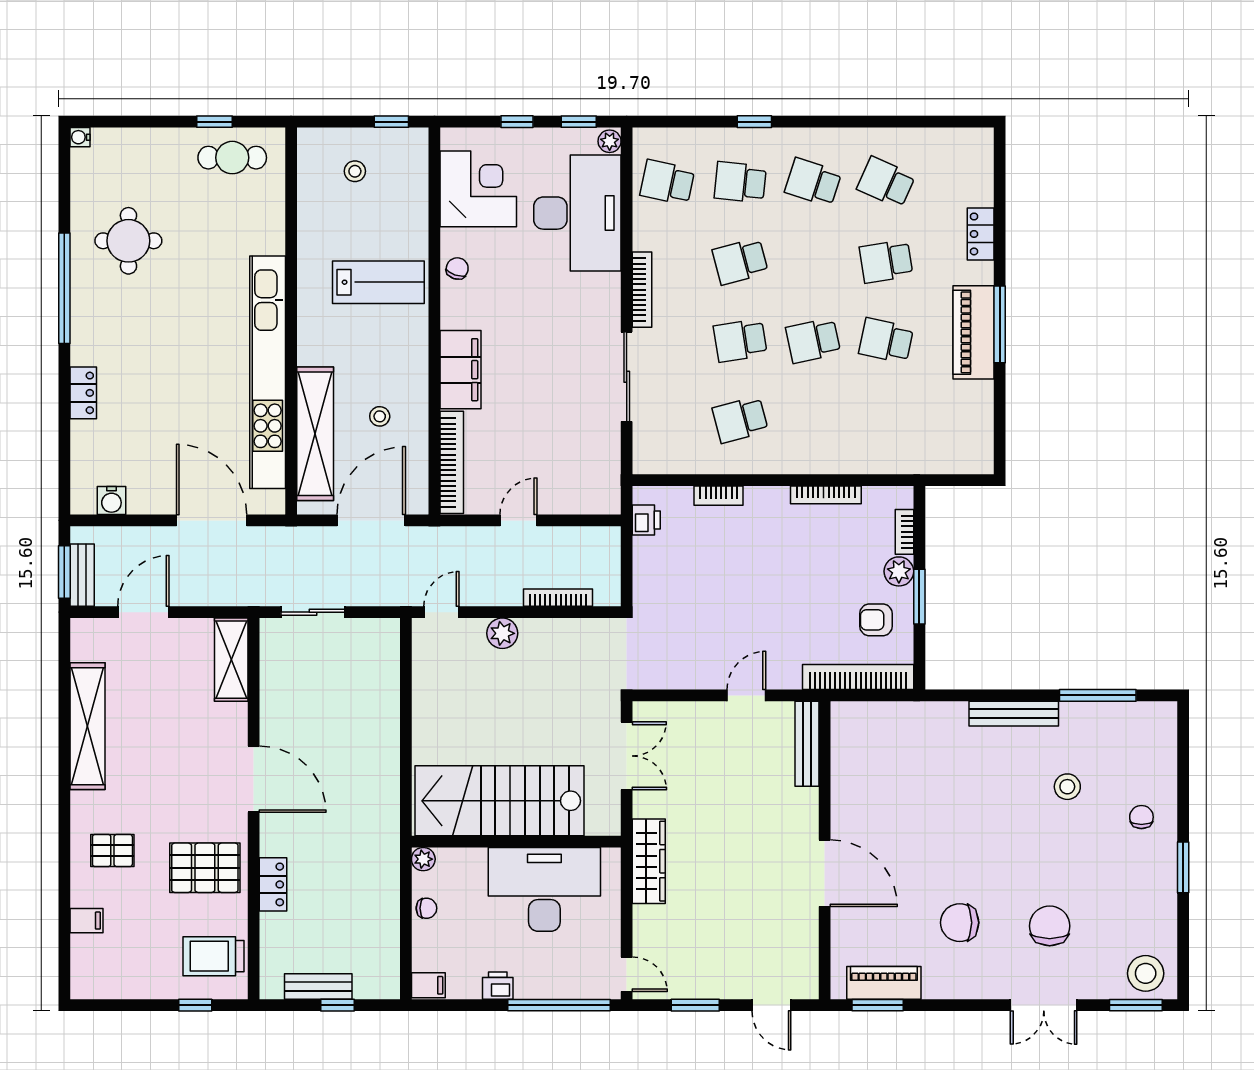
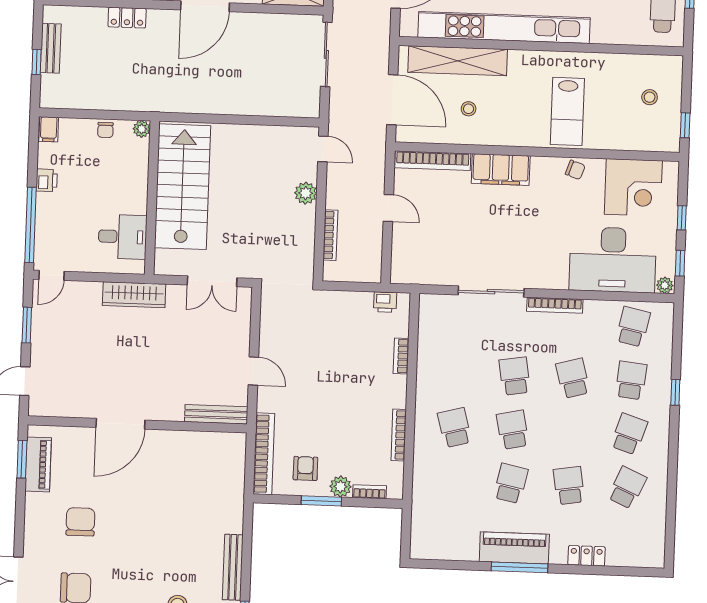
school desk: (740, 420) -> (454, 428), moved
sliding door: (313, 612) -> (326, 54), width x1.37
desk: (544, 889) -> (123, 237), width x0.53, depth x0.77

